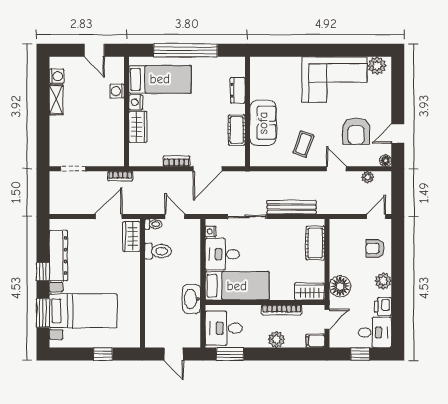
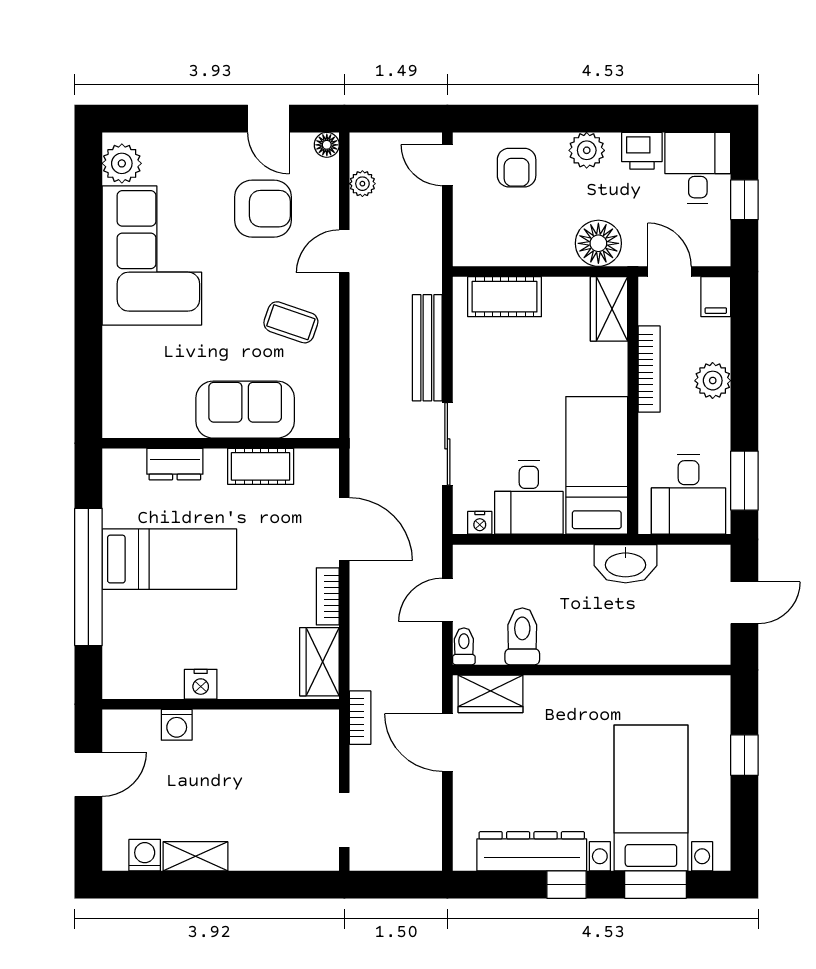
bed: (160, 79) -> (169, 559), moved, turned 90
wardrobe: (138, 127) -> (319, 662), moved, turned -90

